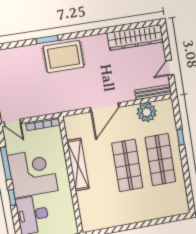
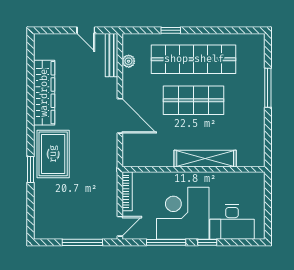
wardrobe: (135, 37) -> (44, 93), moved
plant: (147, 112) -> (129, 61), width x0.53, depth x0.53
shop shelf: (160, 160) -> (194, 59), width x1.40
shelving: (78, 165) -> (205, 159), moved
window: (147, 223) -> (268, 88), added

